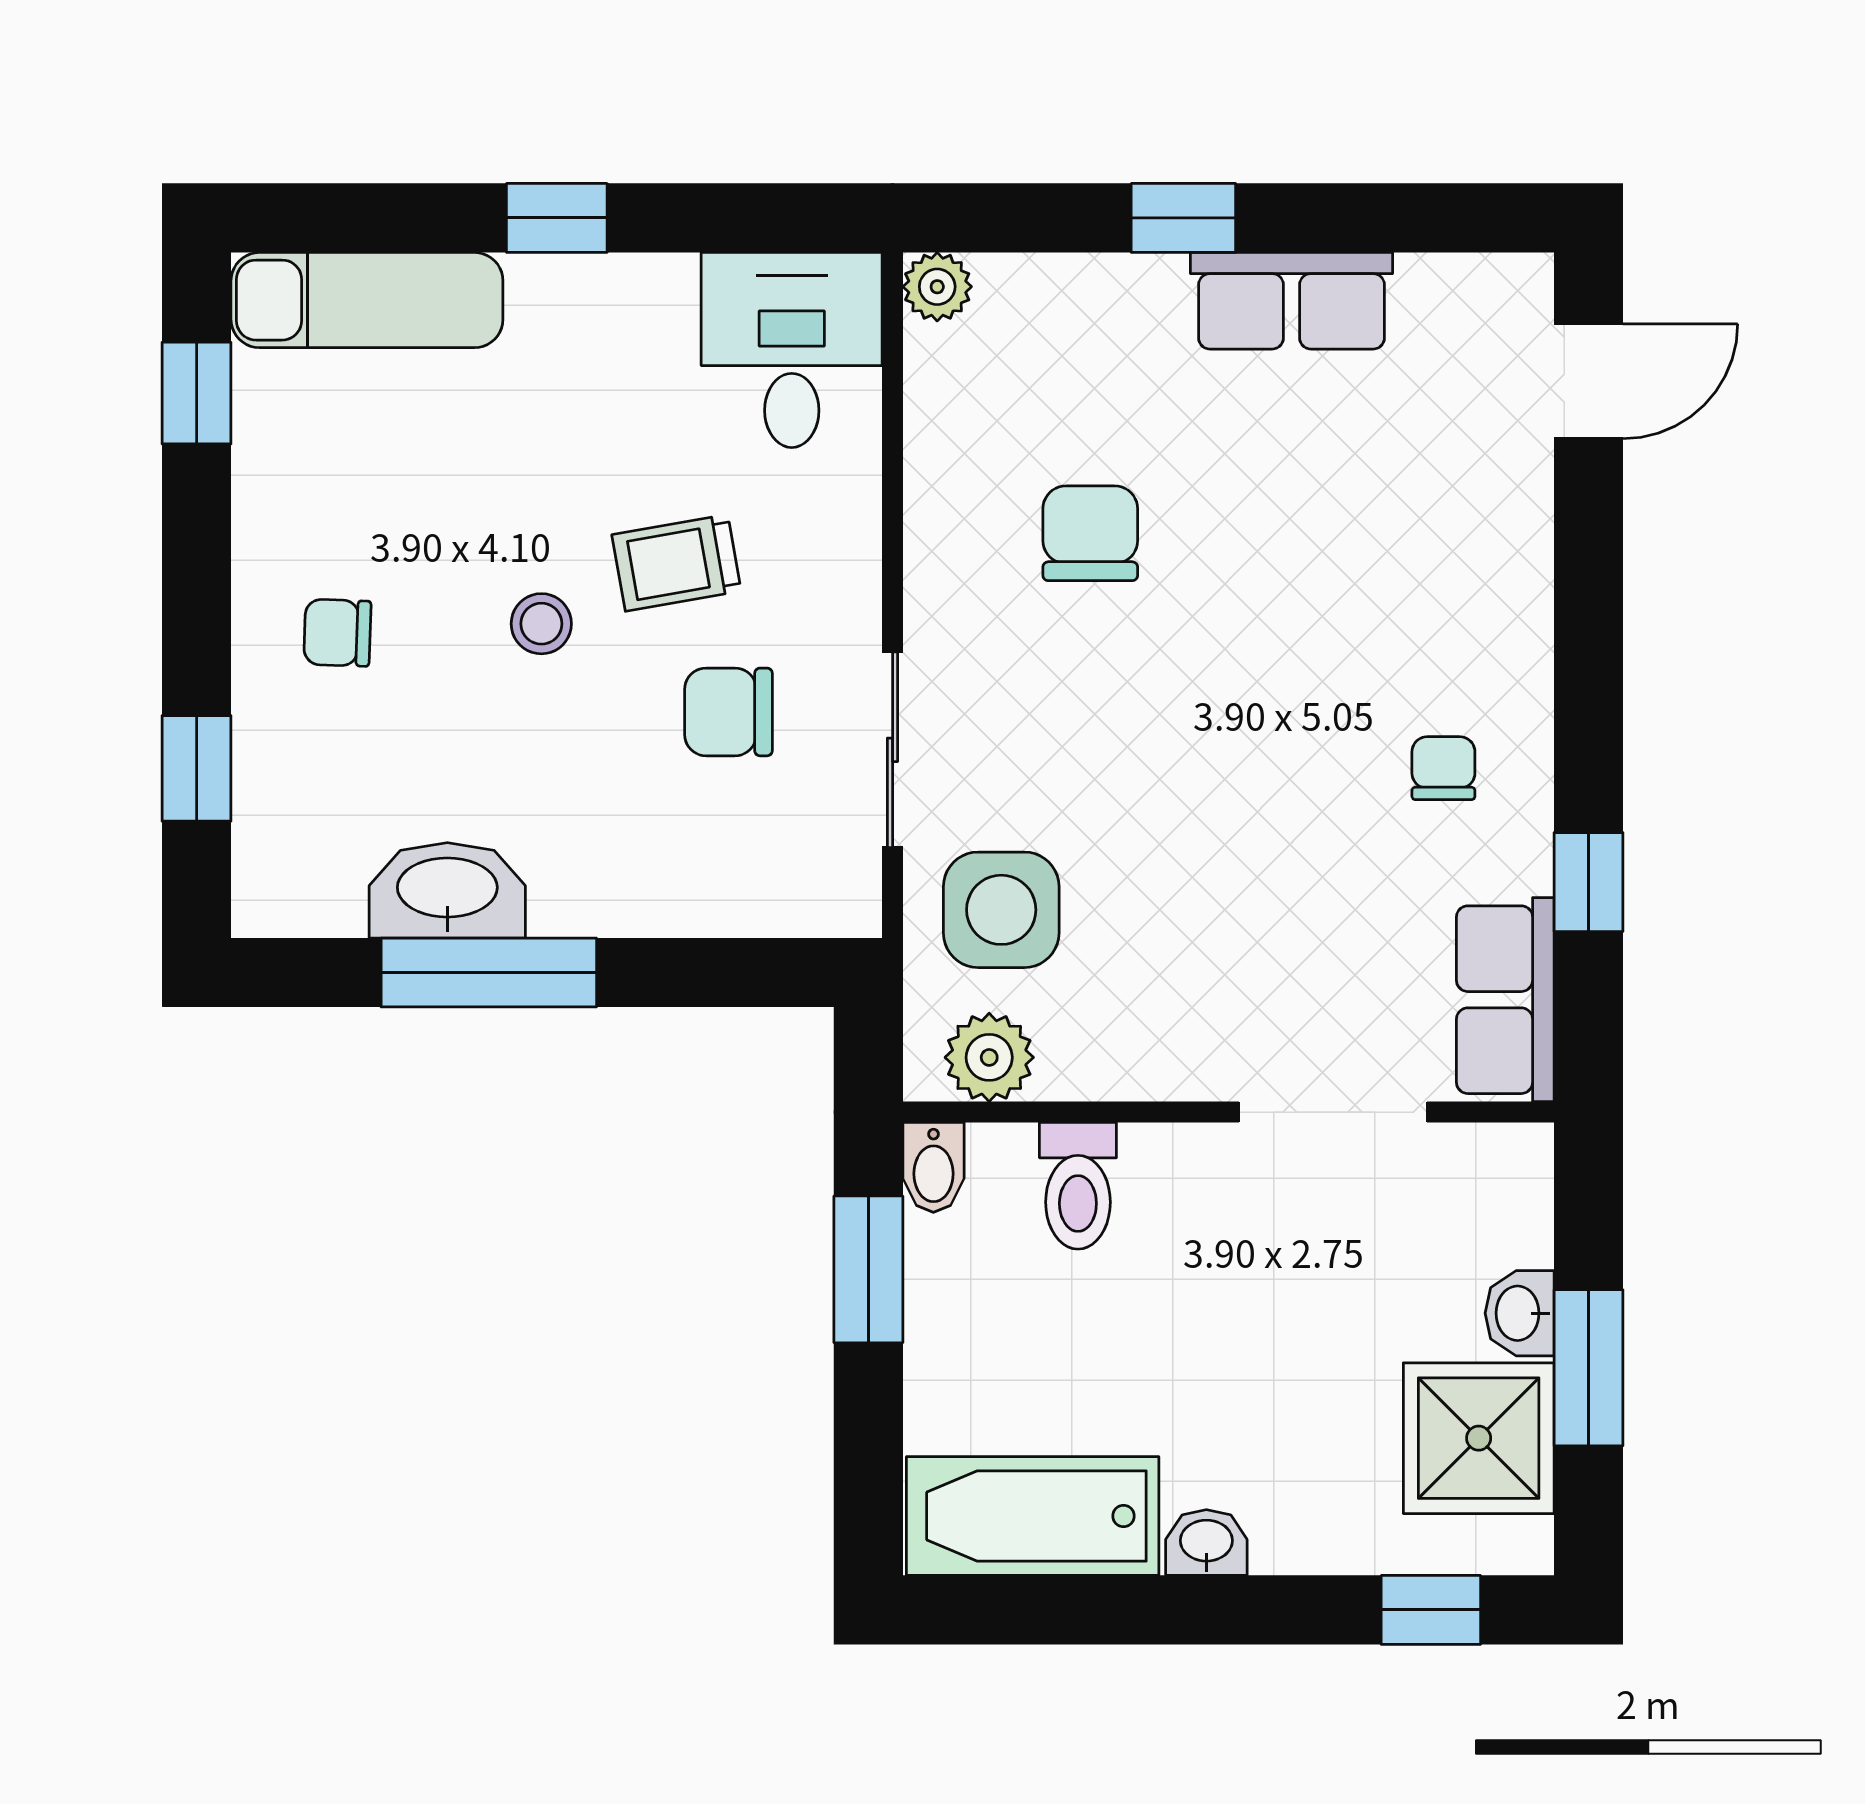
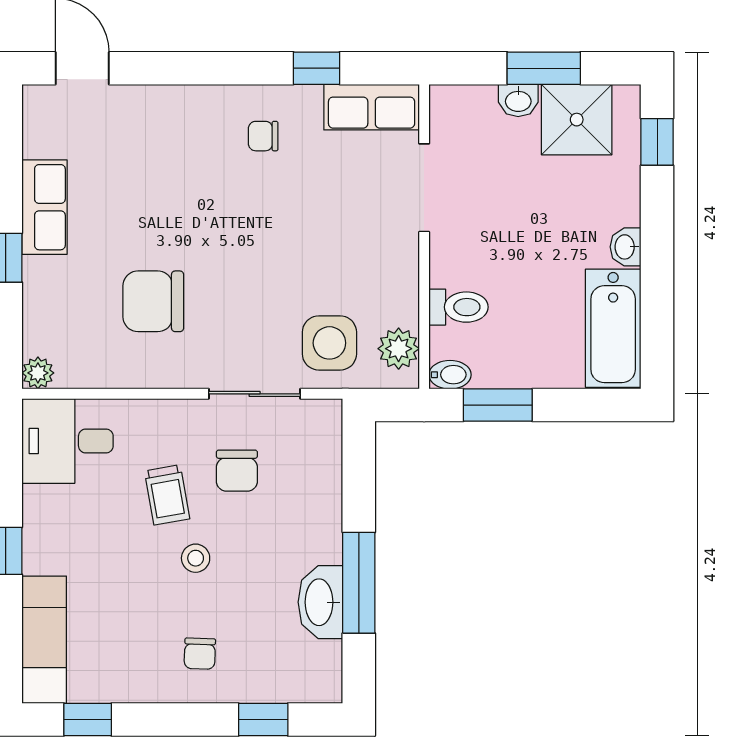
chair: (1090, 533) -> (153, 301), width x1.37, depth x1.37

